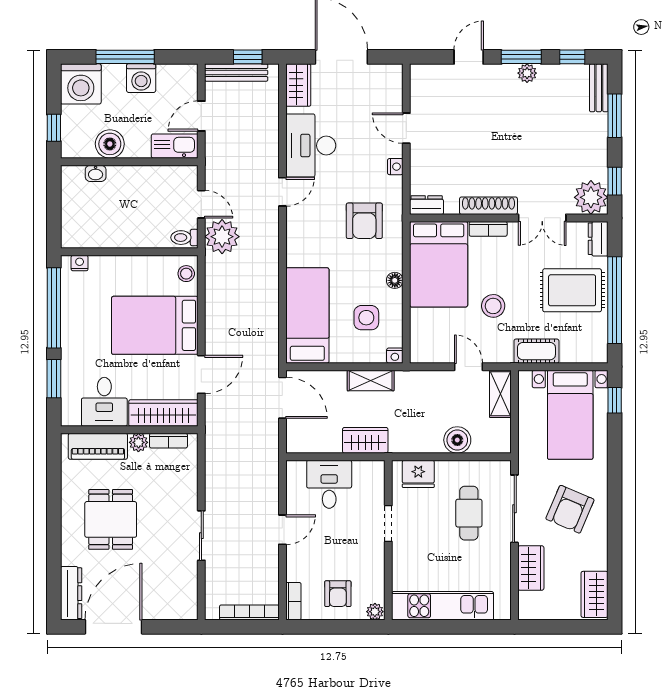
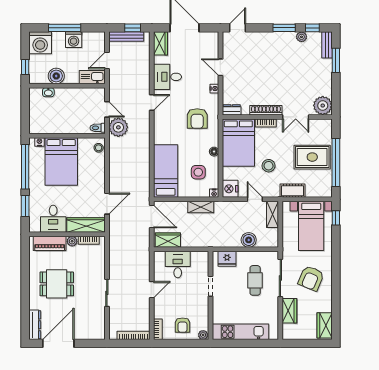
door: (469, 57) -> (238, 28), moved
plant: (527, 73) -> (302, 37), moved
desk: (311, 146) -> (168, 77), width x0.73
window: (615, 181) -> (336, 97), removed
dresser: (598, 239) -> (327, 128), removed
bed: (155, 325) -> (61, 161), moved, turned -90
nightstand: (424, 348) -> (230, 189), added
wardrobe: (365, 440) -> (168, 240), moved
dining table: (111, 519) -> (57, 284), turned 90

